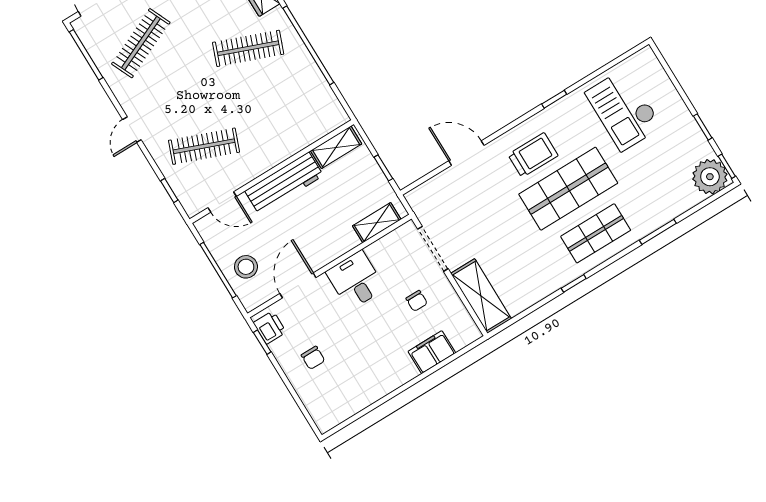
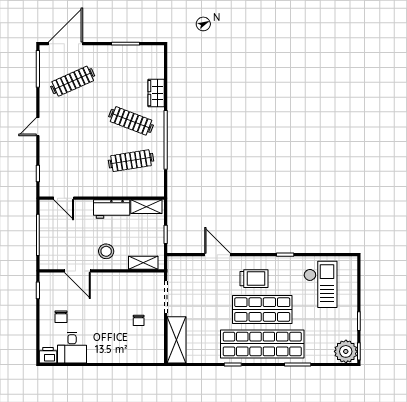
checkout: (624, 110) -> (320, 284), turned 180
clothes rail: (204, 146) -> (131, 161), moved, turned -30
workbench: (284, 183) -> (112, 209), width x0.73
shop shelf: (596, 233) -> (262, 344), width x2.00, depth x1.36
stool: (246, 267) -> (106, 251), moved
desk: (356, 280) -> (72, 348), moved, turned 180
door: (298, 285) -> (77, 271), swing flipped
printer: (270, 327) -> (48, 355), moved, turned -90
filing cabinet: (432, 352) -> (130, 354), removed

